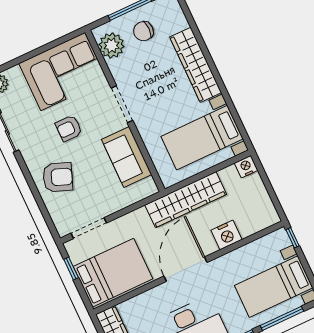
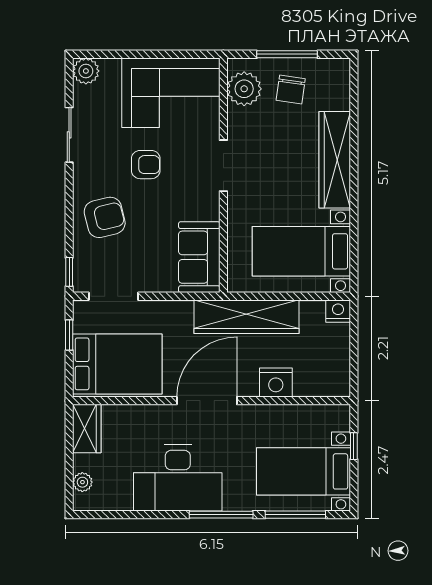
chair: (143, 31) -> (291, 89), turned -82
armchair: (69, 128) -> (146, 165), turned 180
sofa: (127, 157) -> (199, 257), moved
armchair: (58, 177) -> (105, 217), turned -35
window: (51, 226) -> (69, 272), added
window: (293, 238) -> (354, 446), moved

